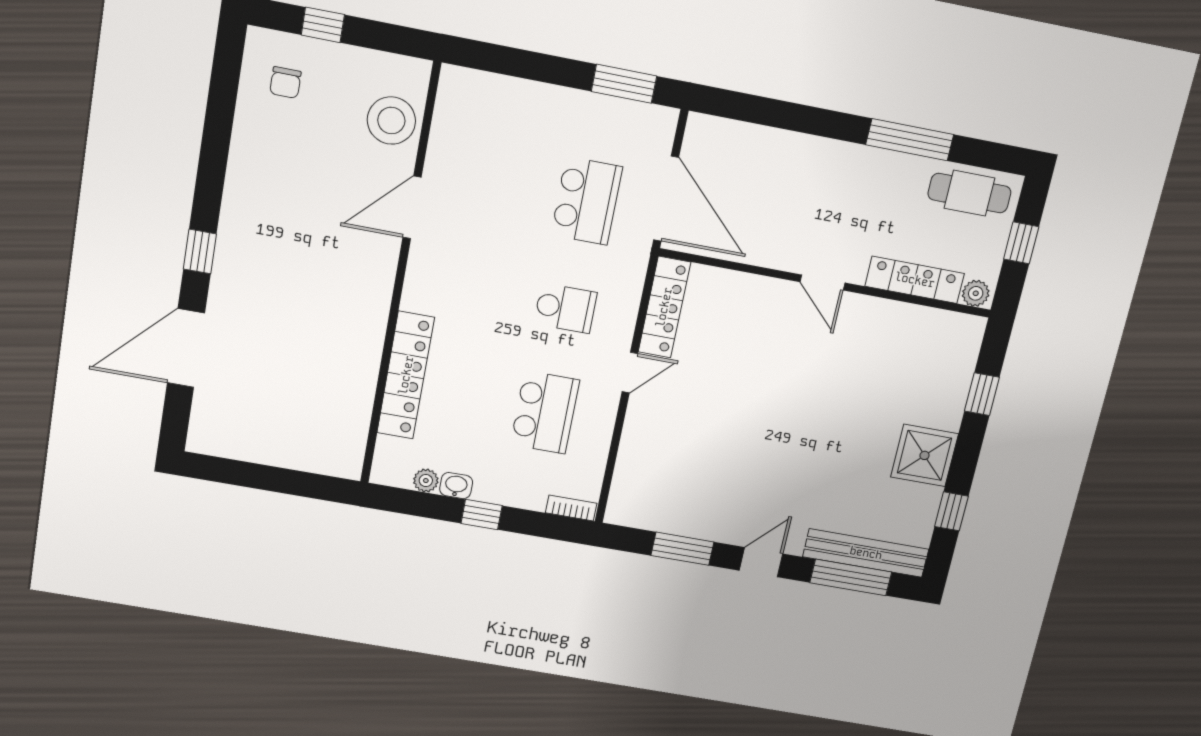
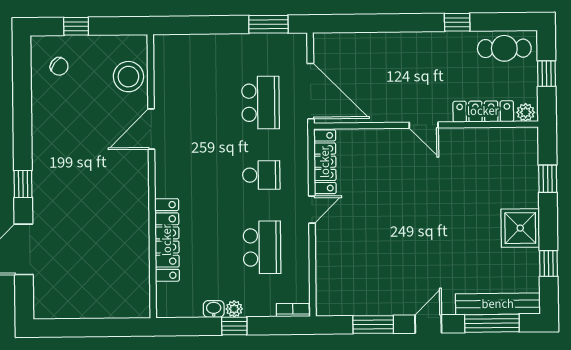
chair: (285, 83) -> (59, 66), turned -52
window: (910, 140) -> (457, 22), width x0.46
plant: (426, 481) -> (234, 309), moved

